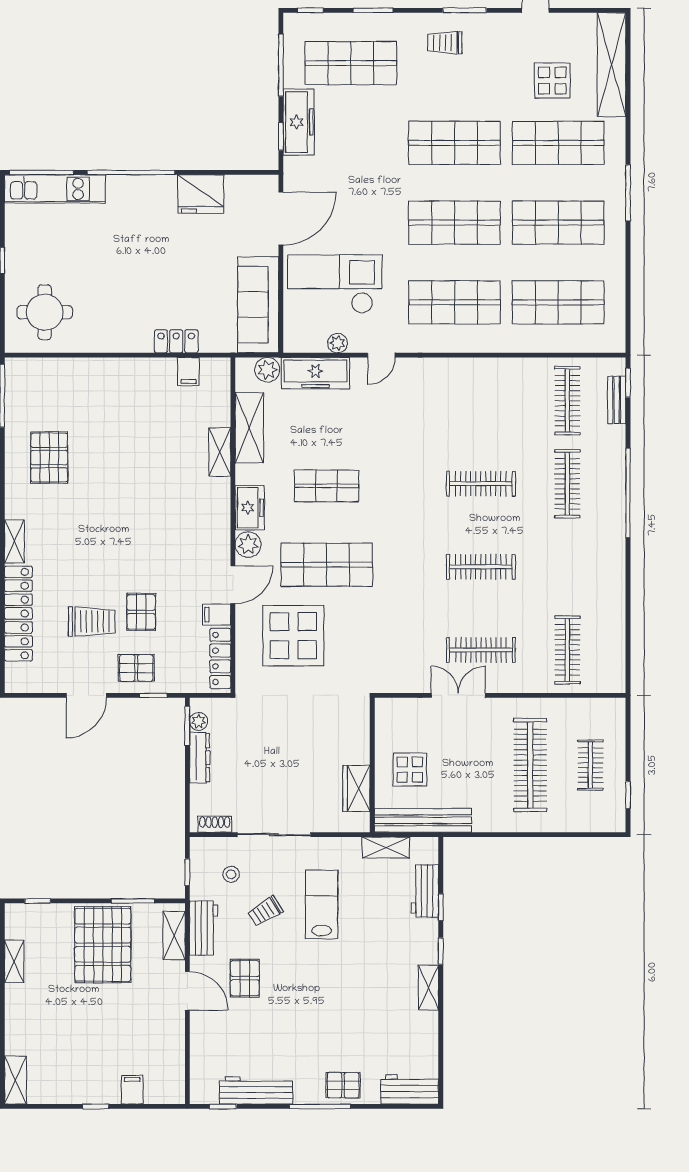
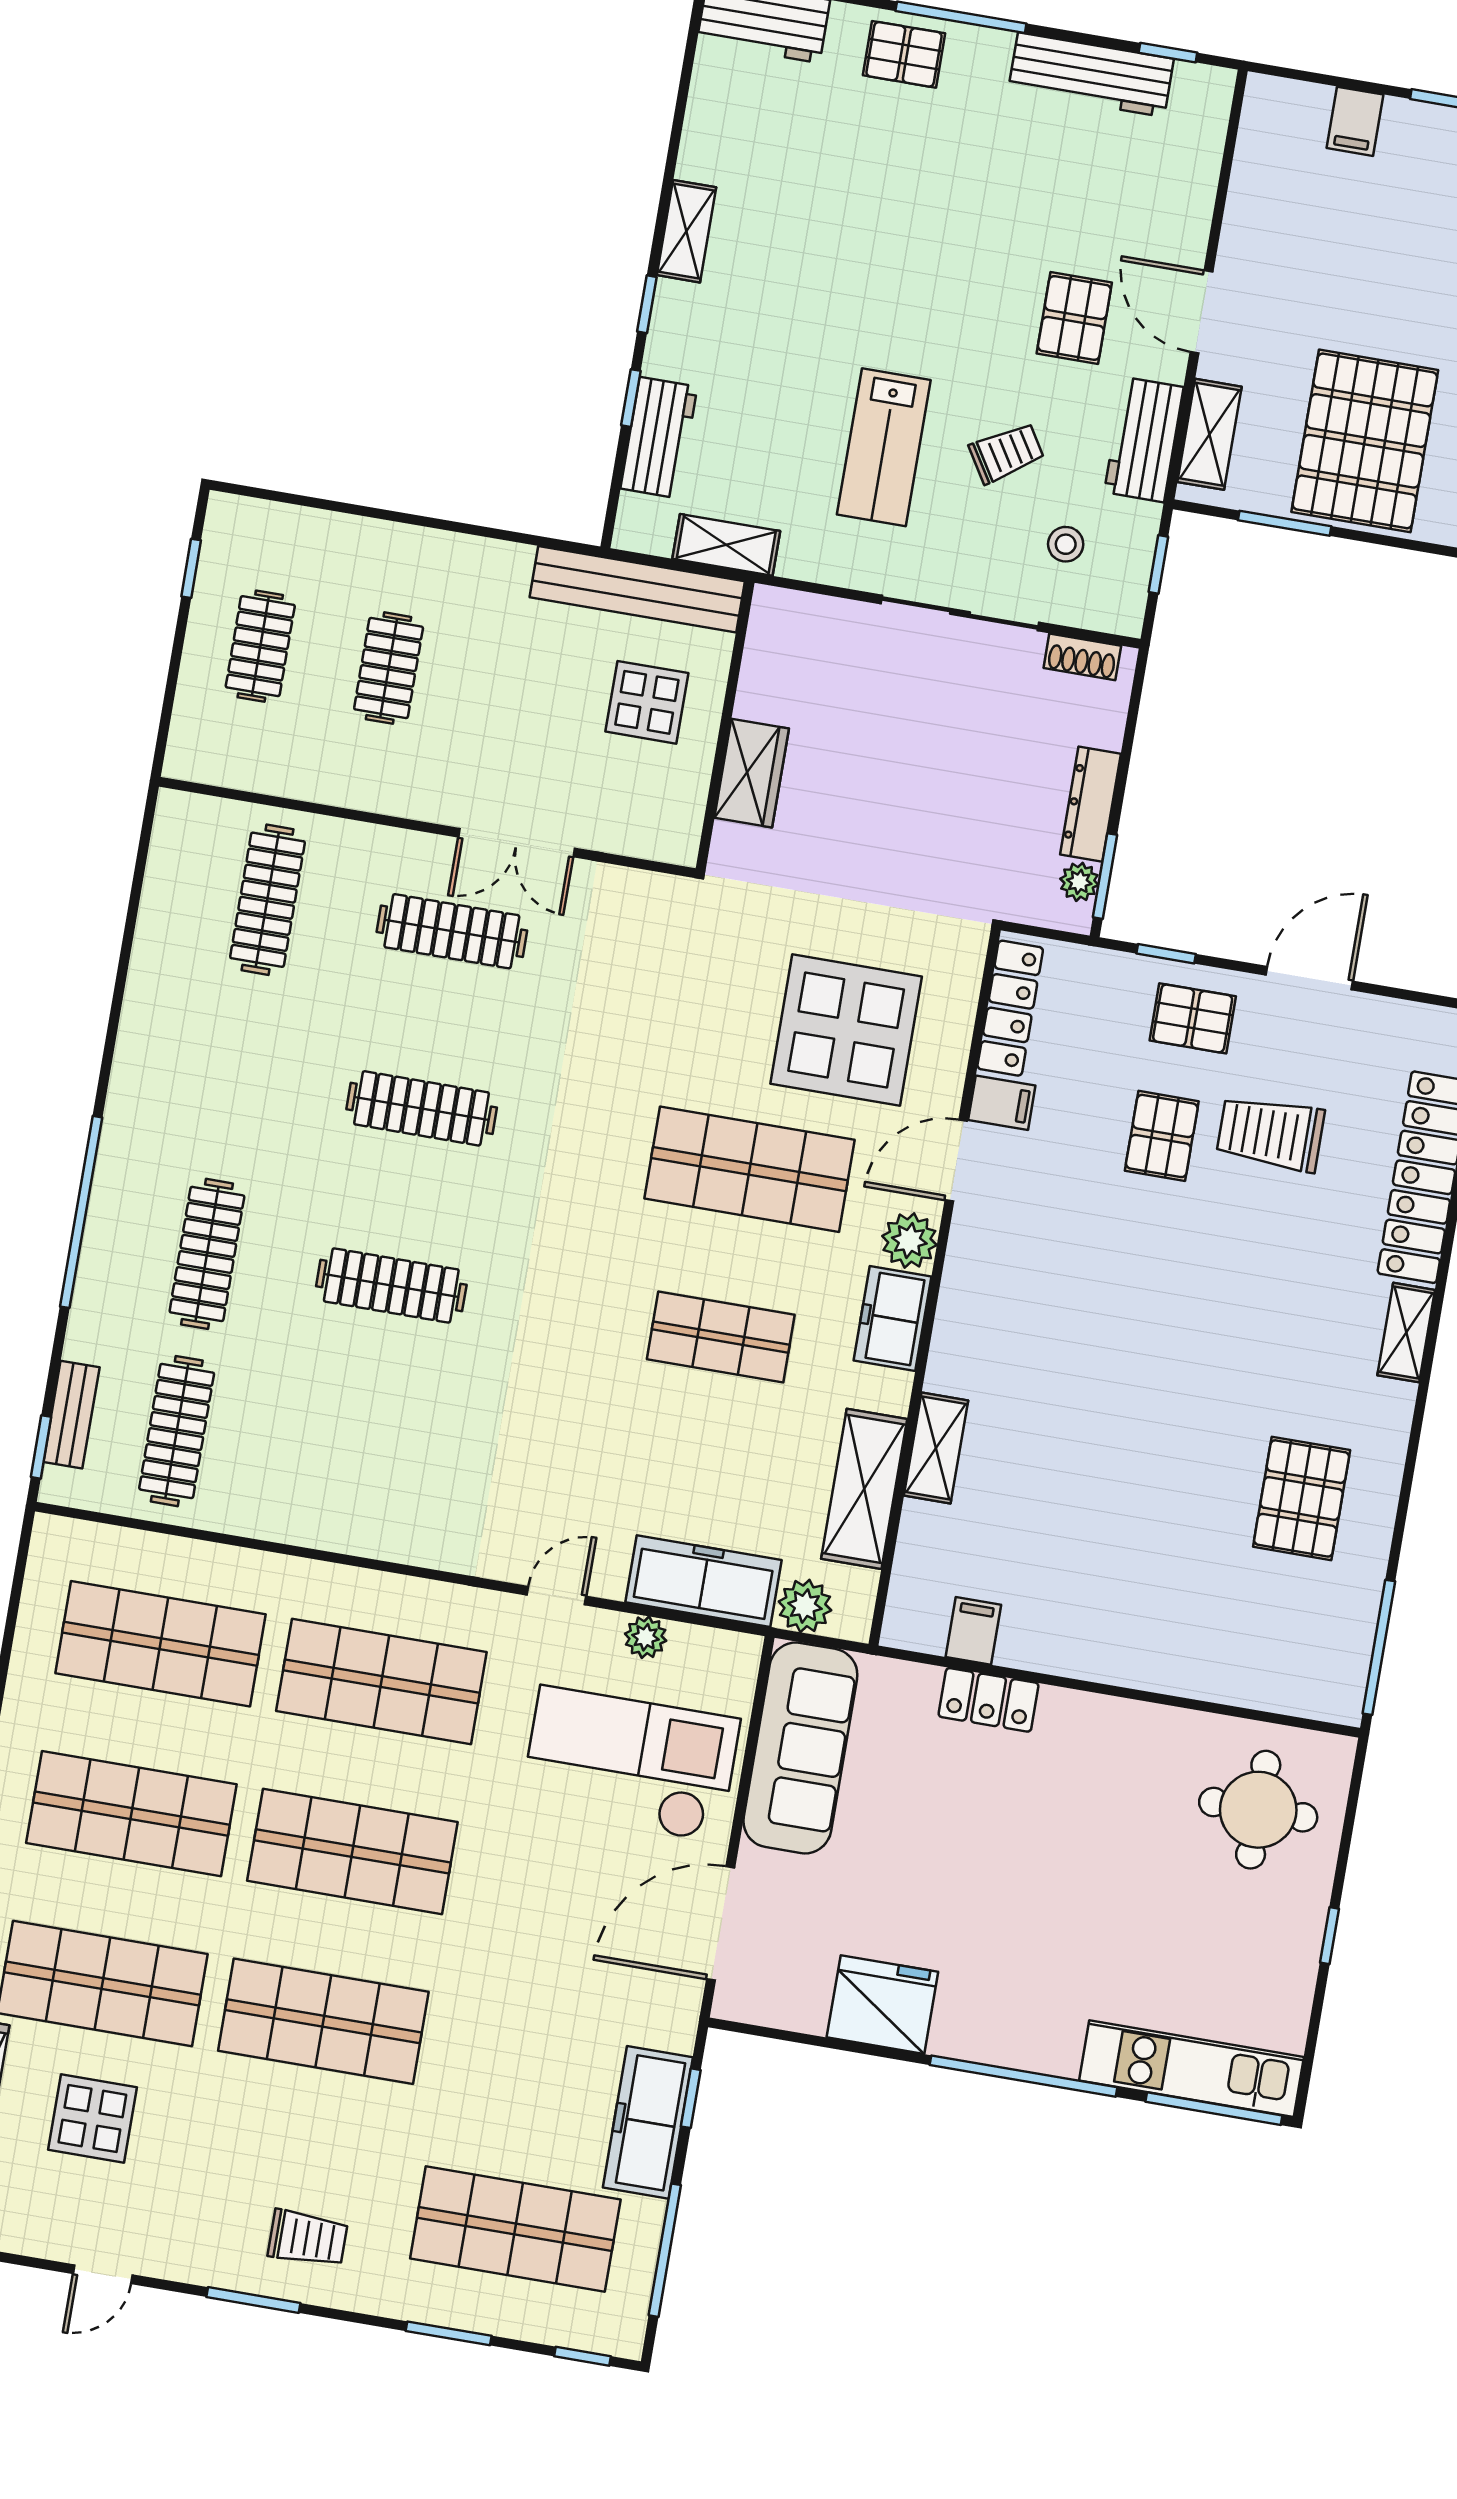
checkout: (335, 284) -> (630, 1764), turned 180
clothes rail: (530, 765) -> (389, 668), width x0.54, depth x0.76
wardrobe: (356, 788) -> (752, 773), moved

